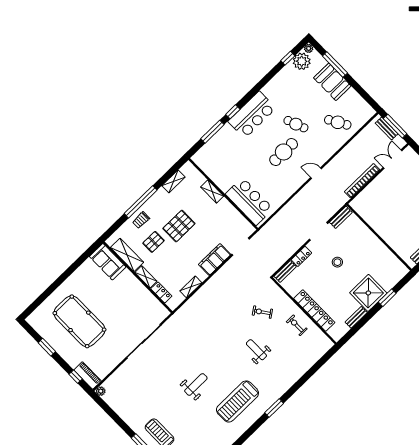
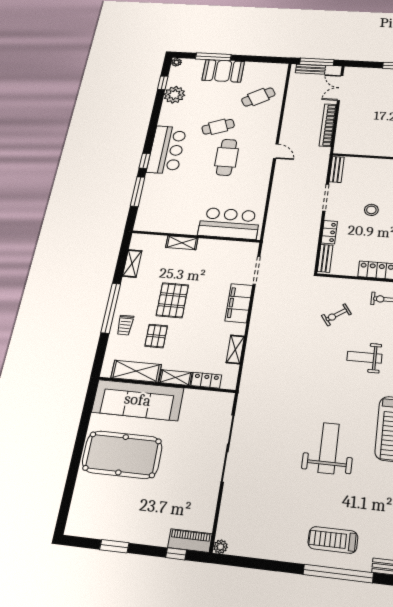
plant: (302, 61) -> (174, 95), moved
door: (316, 173) -> (276, 151), swing flipped
sofa: (108, 262) -> (138, 400), width x1.85, depth x1.27
pool table: (79, 321) -> (122, 455), moved
weight bench: (196, 384) -> (329, 448), width x1.36, depth x1.33

